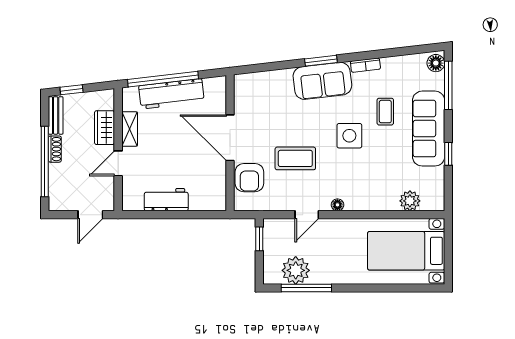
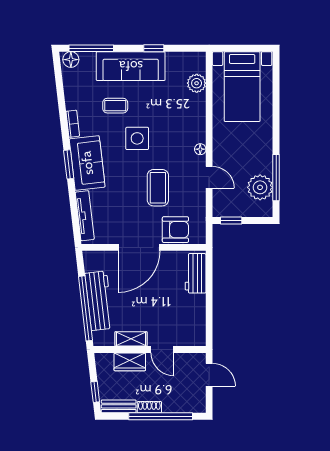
tv unit: (265, 78) -> (85, 216), added
workbench: (166, 200) -> (196, 273), moved

